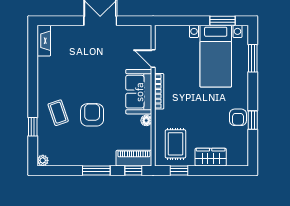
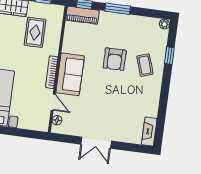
floor lamp: (146, 120) -> (57, 120), moved
rug: (175, 144) -> (35, 32), moved

